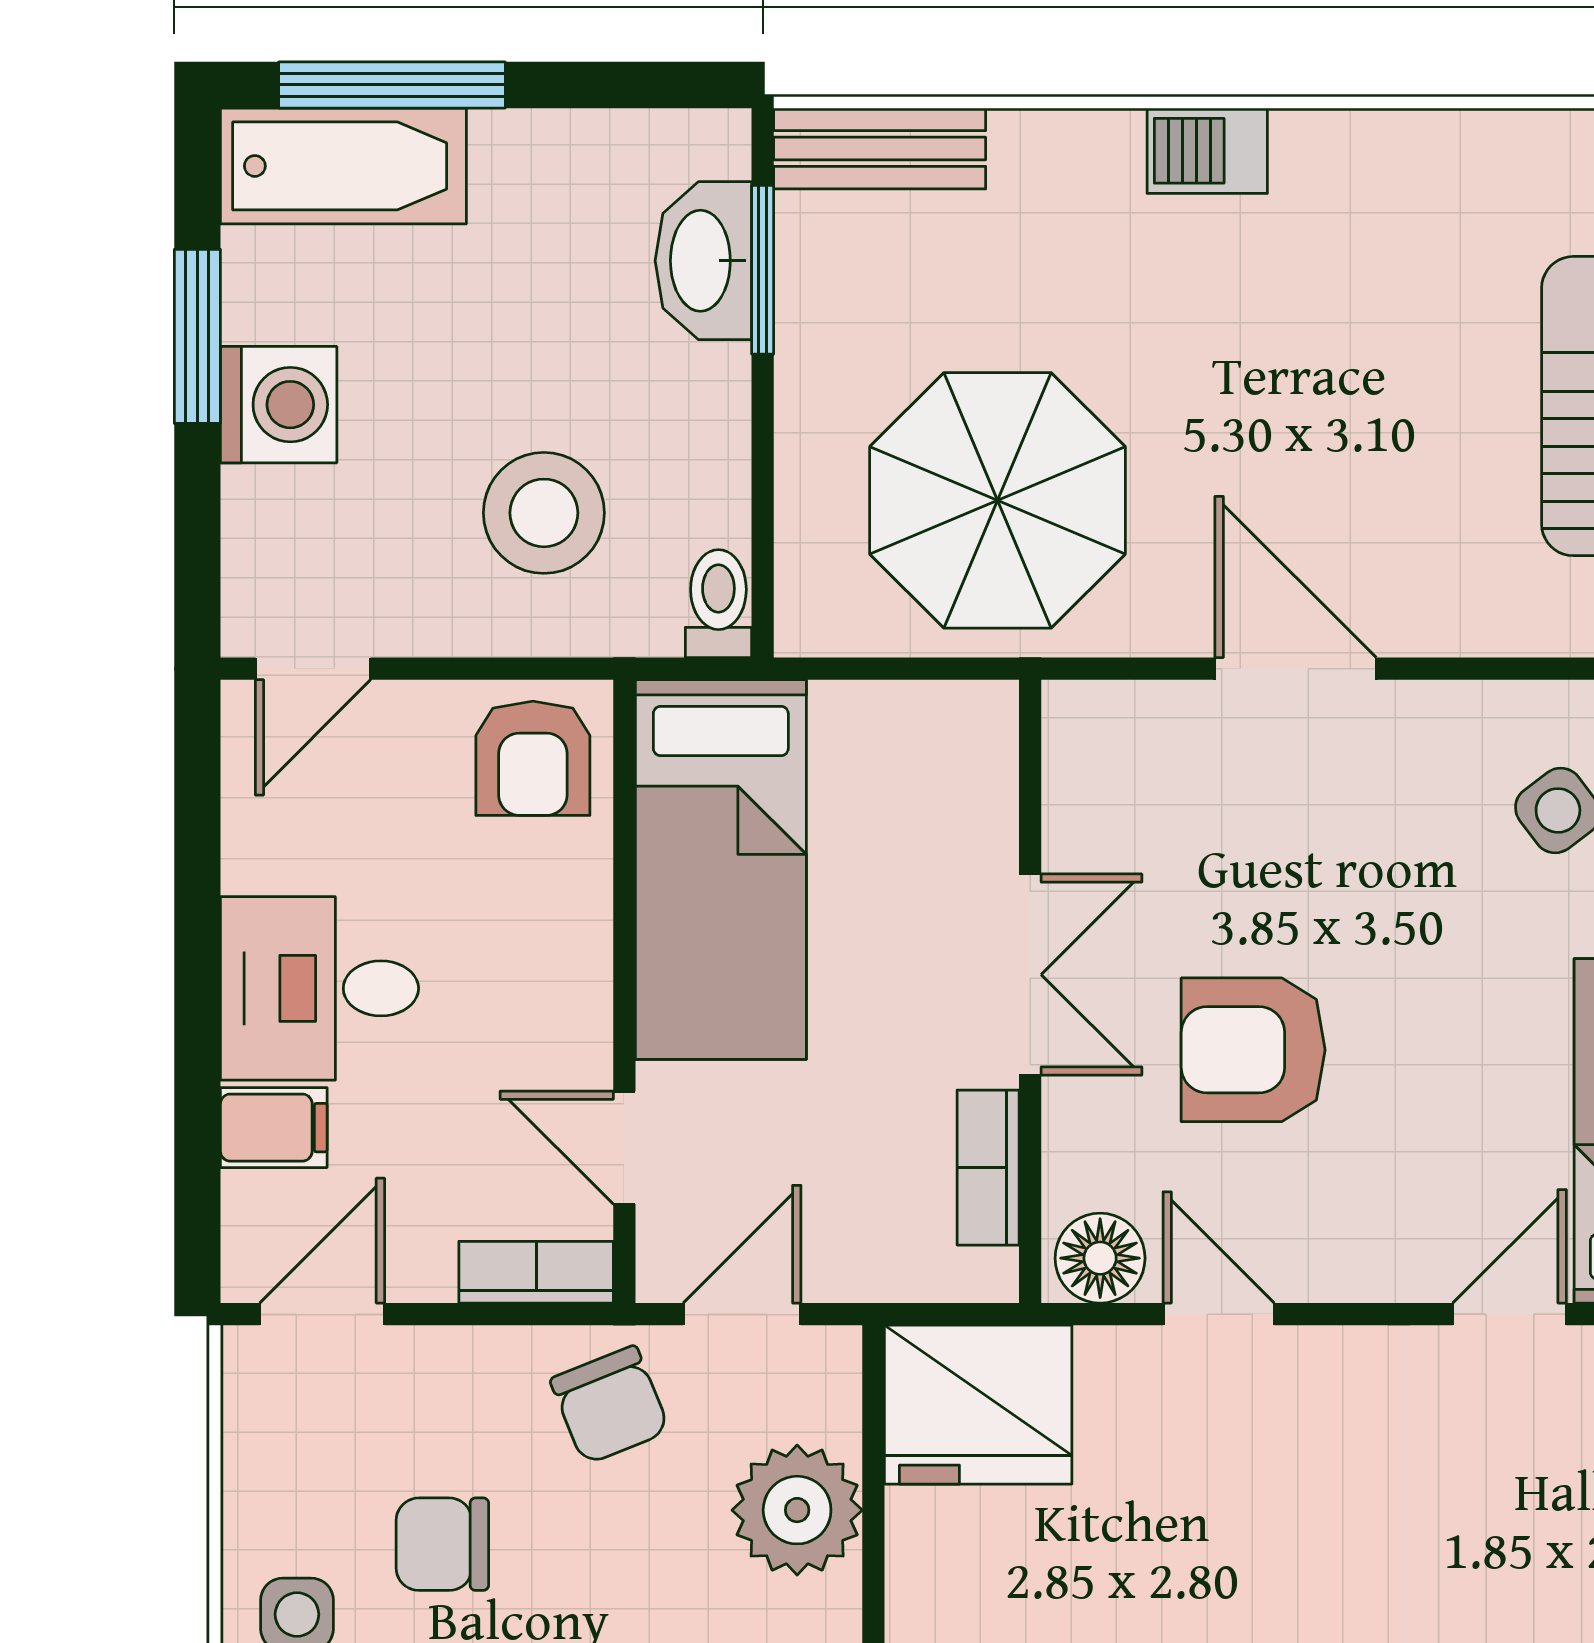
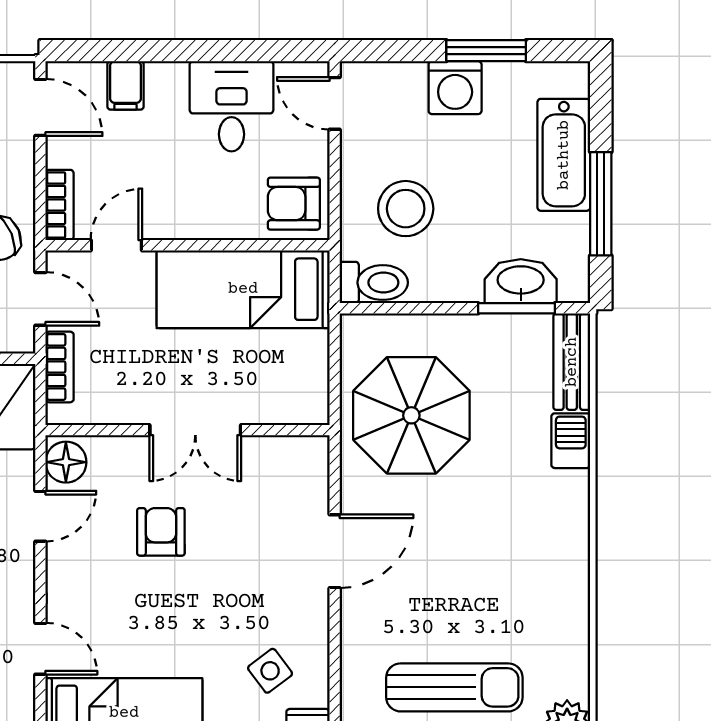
window: (392, 85) -> (601, 204), moved
barbecue: (1207, 151) -> (571, 441), moved
bathtub: (343, 166) -> (564, 155), moved
toilet: (718, 604) -> (374, 283), width x1.37, depth x1.39
desk: (319, 988) -> (231, 106), moved
armchair: (1253, 1050) -> (161, 532), width x0.72, depth x0.72
bookcase: (988, 1168) -> (60, 367), moved, turned 90

